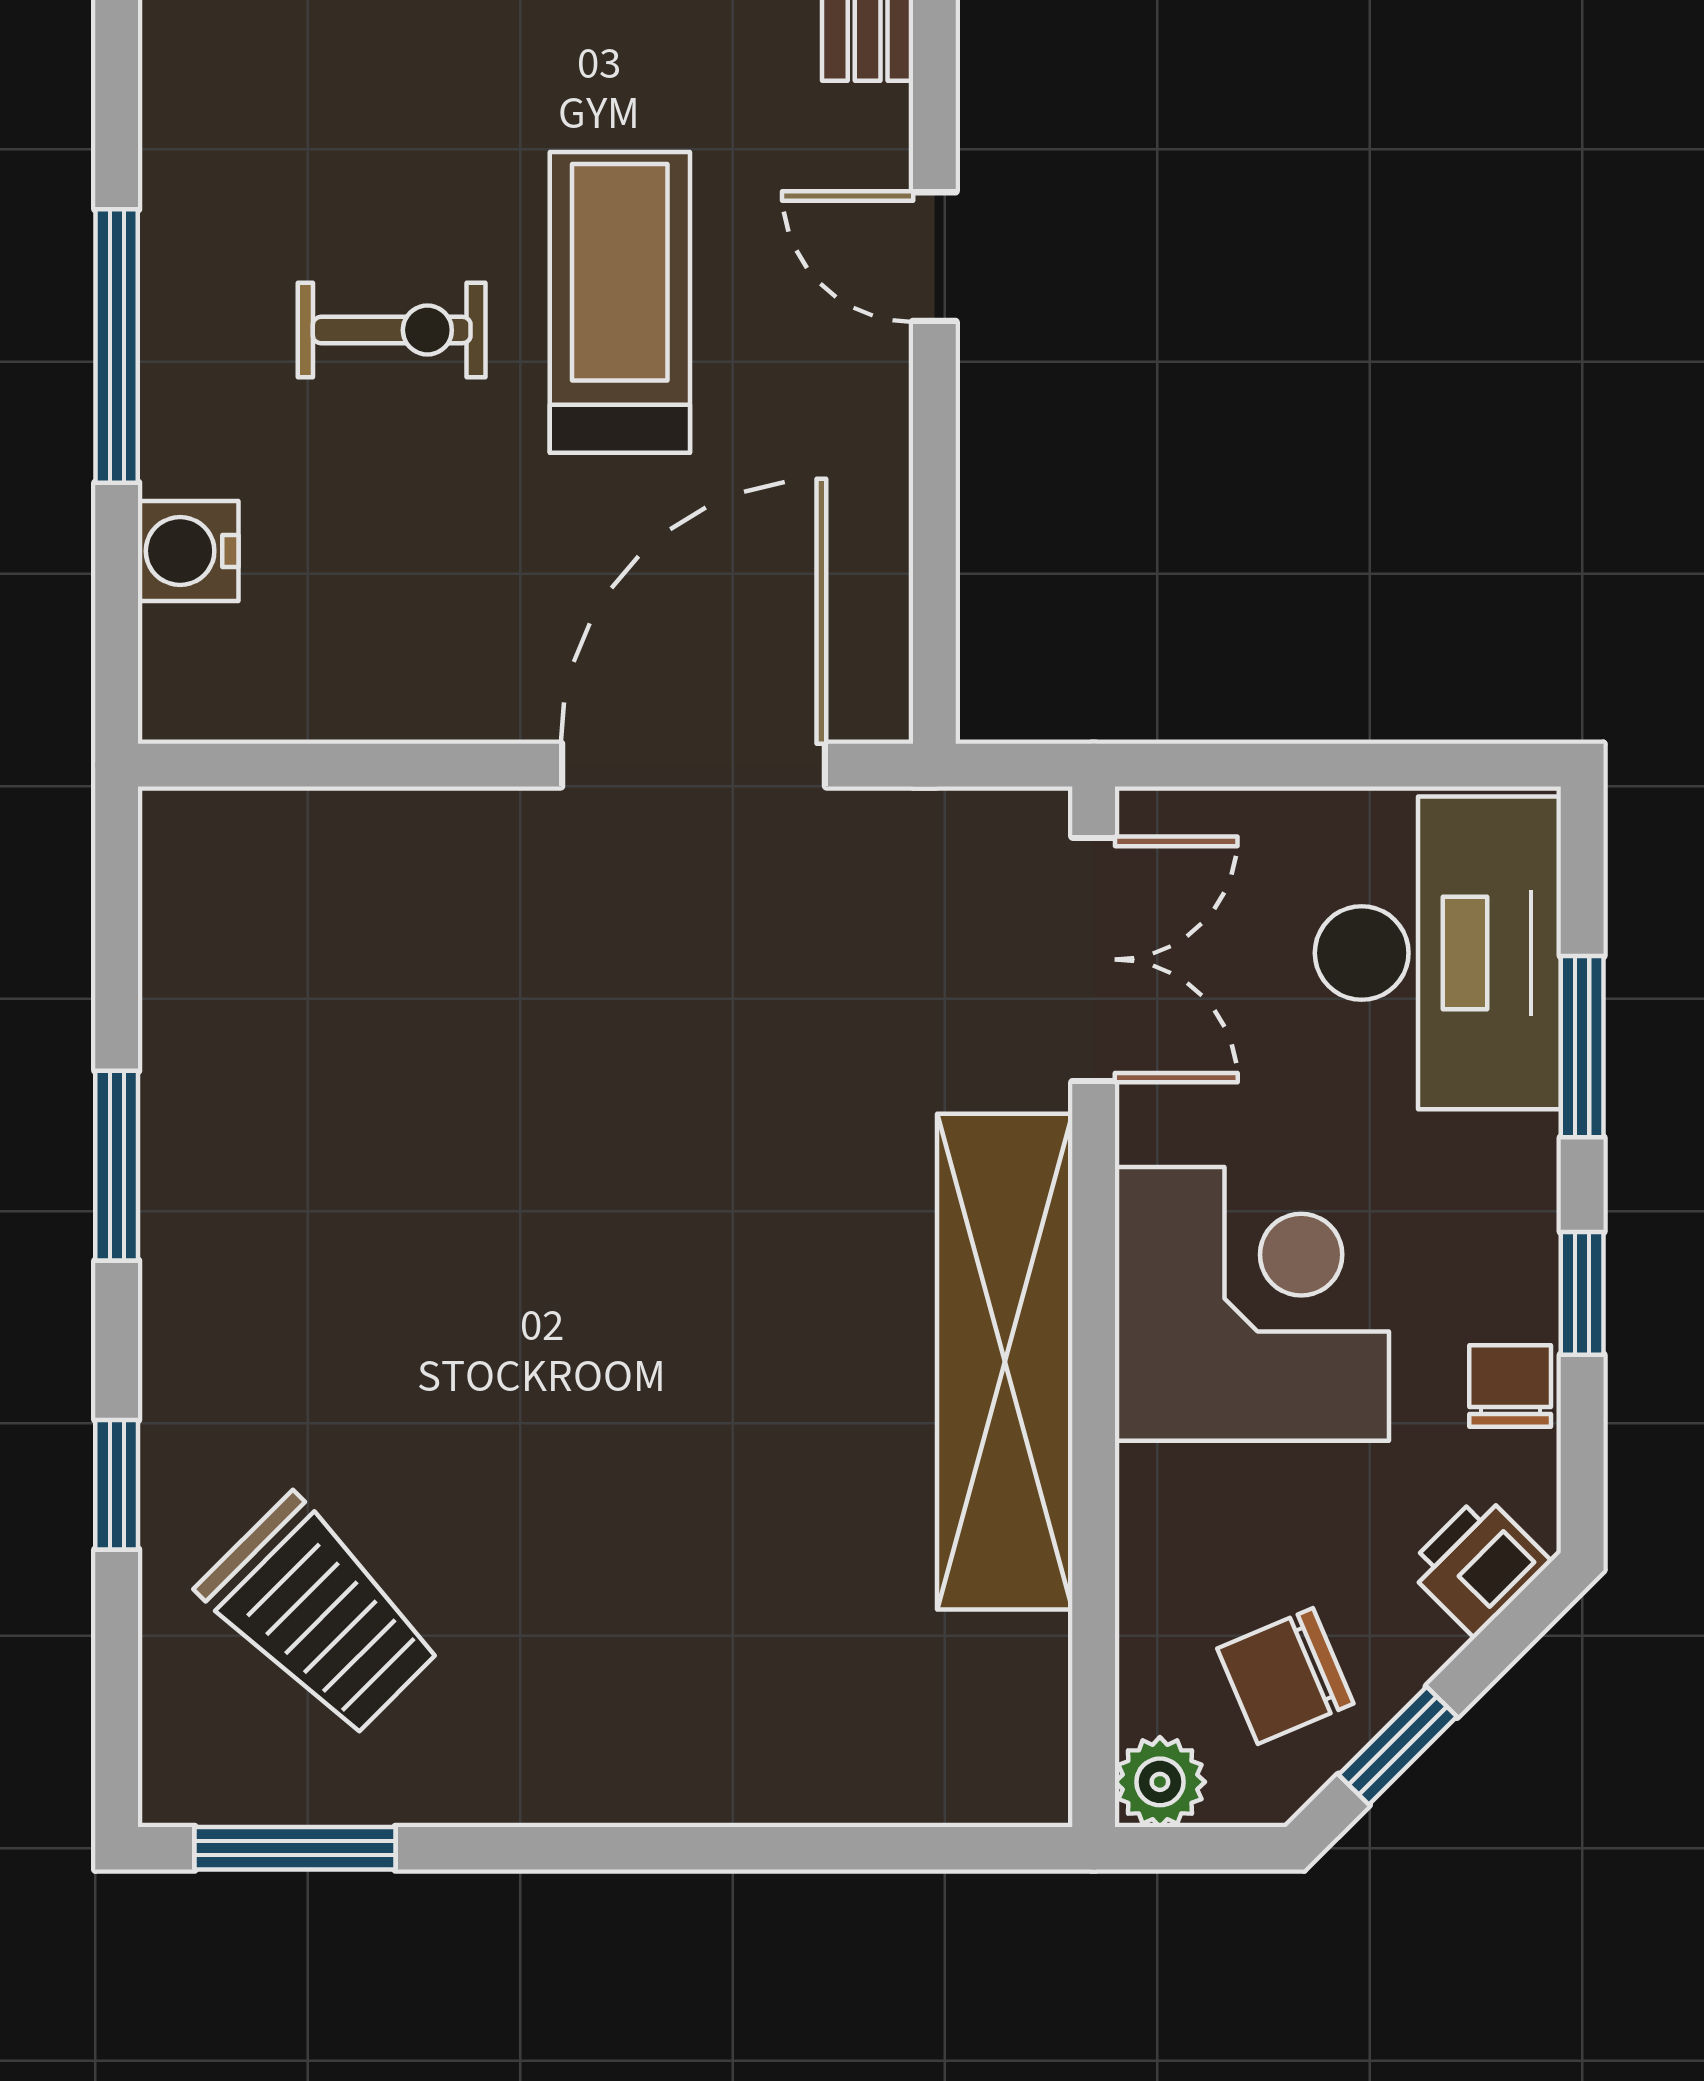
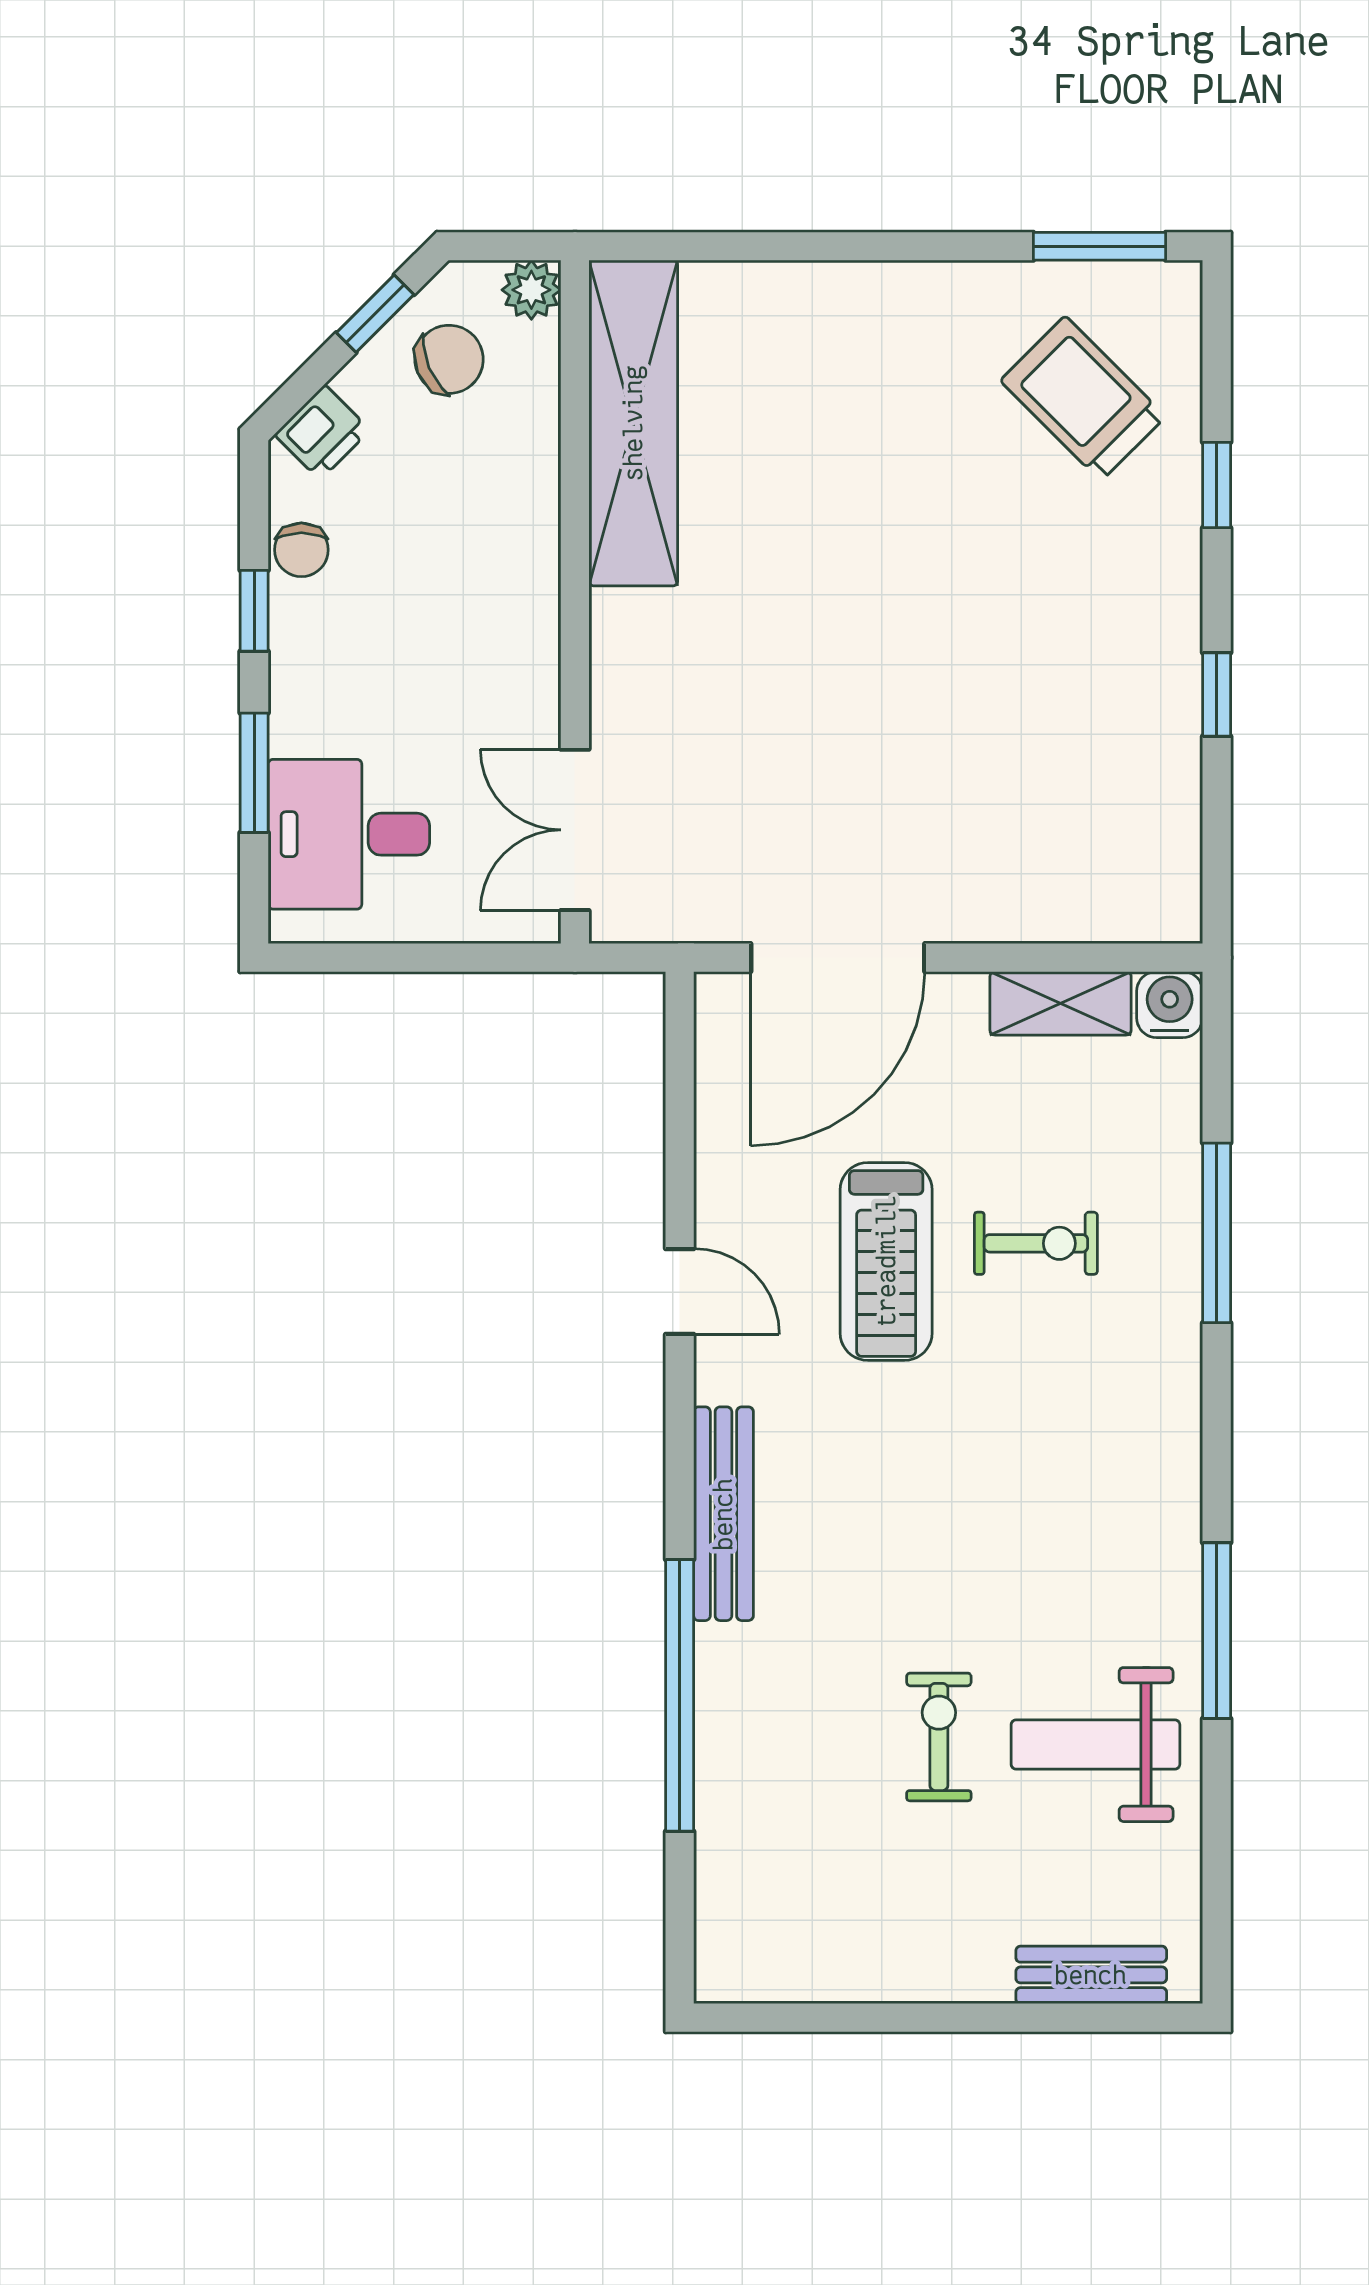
exercise bike: (392, 330) -> (1036, 1243), turned 180
water cooler: (188, 551) -> (1170, 1005), moved, turned -90
shelving: (354, 695) -> (1061, 1003), added
desk: (1438, 953) -> (349, 834), width x0.73
window: (117, 1166) -> (1217, 694), width x0.67
corner desk: (1252, 1304) -> (471, 604), removed
shelving: (1005, 1362) -> (633, 423), moved

